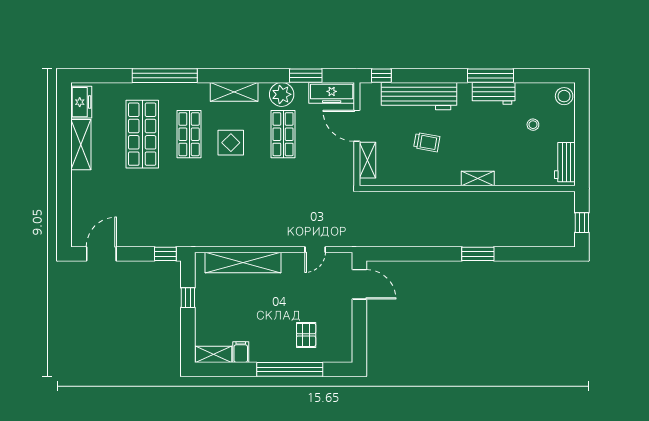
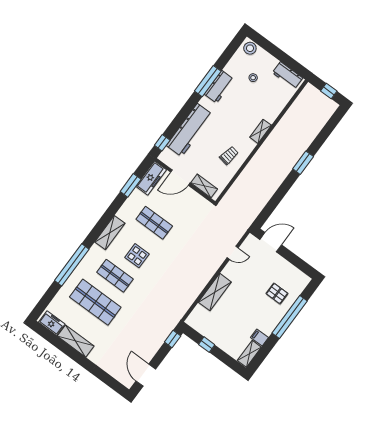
plant: (282, 94) -> (131, 207), removed
trolley: (427, 142) -> (229, 155), moved
door: (315, 250) -> (233, 253), hinge flipped
shelving: (243, 263) -> (215, 292), width x0.68

